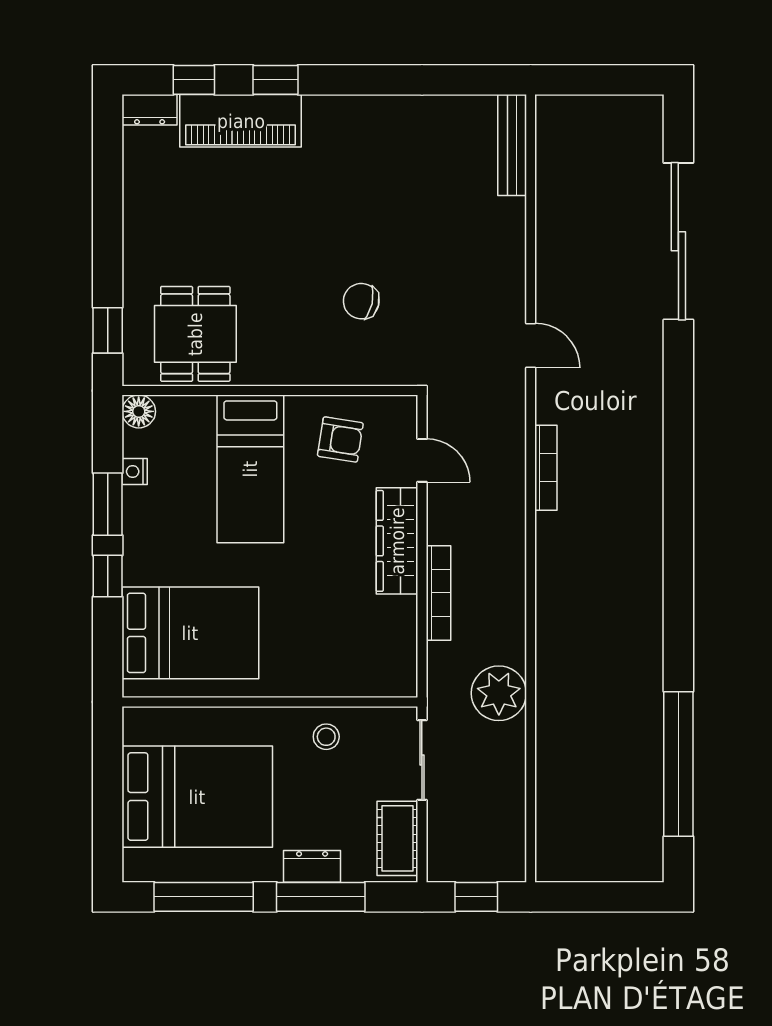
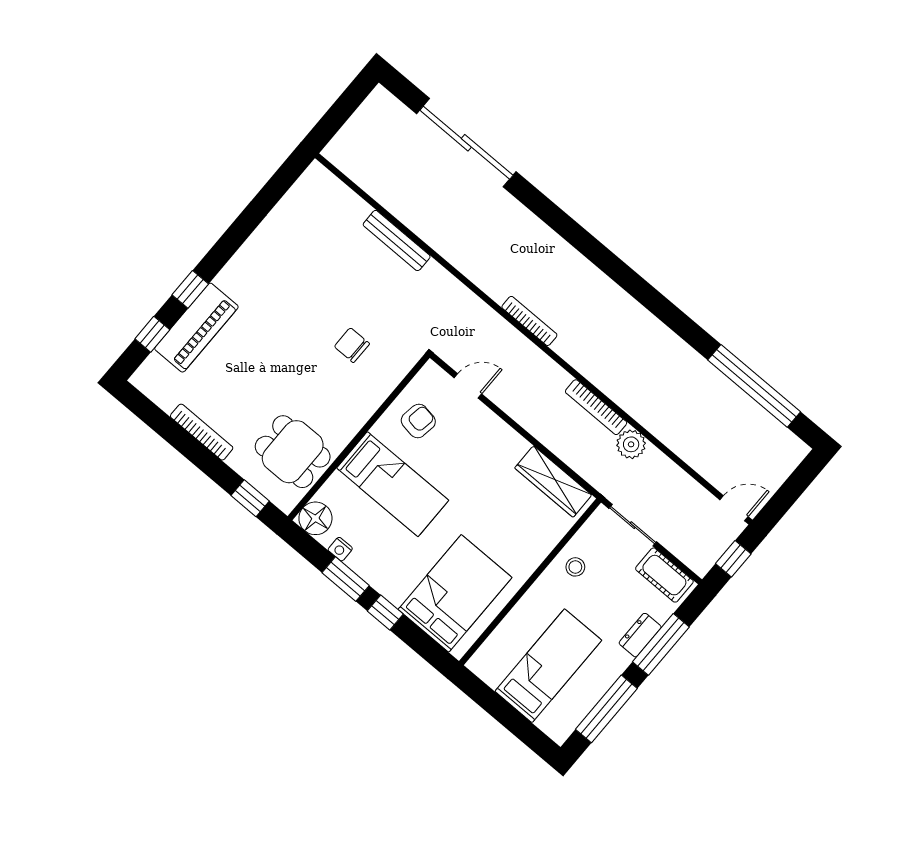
dresser: (150, 110) -> (148, 373), removed
bench: (512, 145) -> (397, 241), moved
bookcase: (135, 220) -> (202, 432), added
chair: (361, 301) -> (352, 345), turned 77
door: (531, 345) -> (734, 508), moved
floor lamp: (139, 411) -> (315, 518), width x1.38, depth x1.38
wardrobe: (397, 541) -> (553, 482), moved
bookcase: (438, 593) -> (596, 407), moved, turned 180
plant: (499, 693) -> (631, 444), width x0.73, depth x0.73
bed: (197, 797) -> (548, 666), width x0.67

